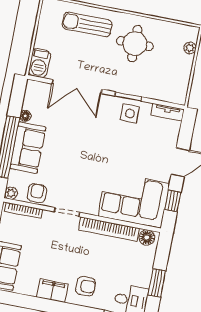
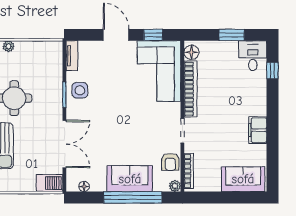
floor lamp: (25, 116) -> (84, 186), moved
armchair: (37, 193) -> (170, 162), turned -90
armchair: (86, 286) -> (248, 100), removed

